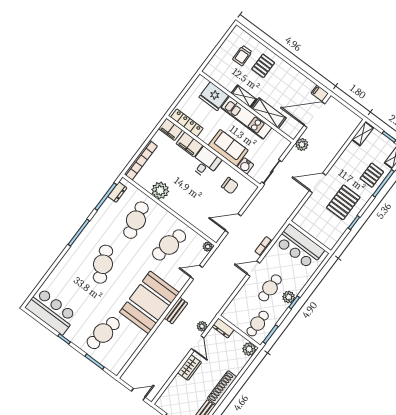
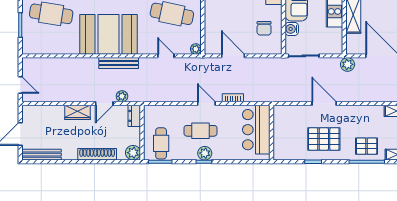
bench: (176, 311) -> (119, 63), width x1.36
cafe table: (258, 324) -> (161, 143), turned 90
shoe rack: (222, 388) -> (97, 154), moved

